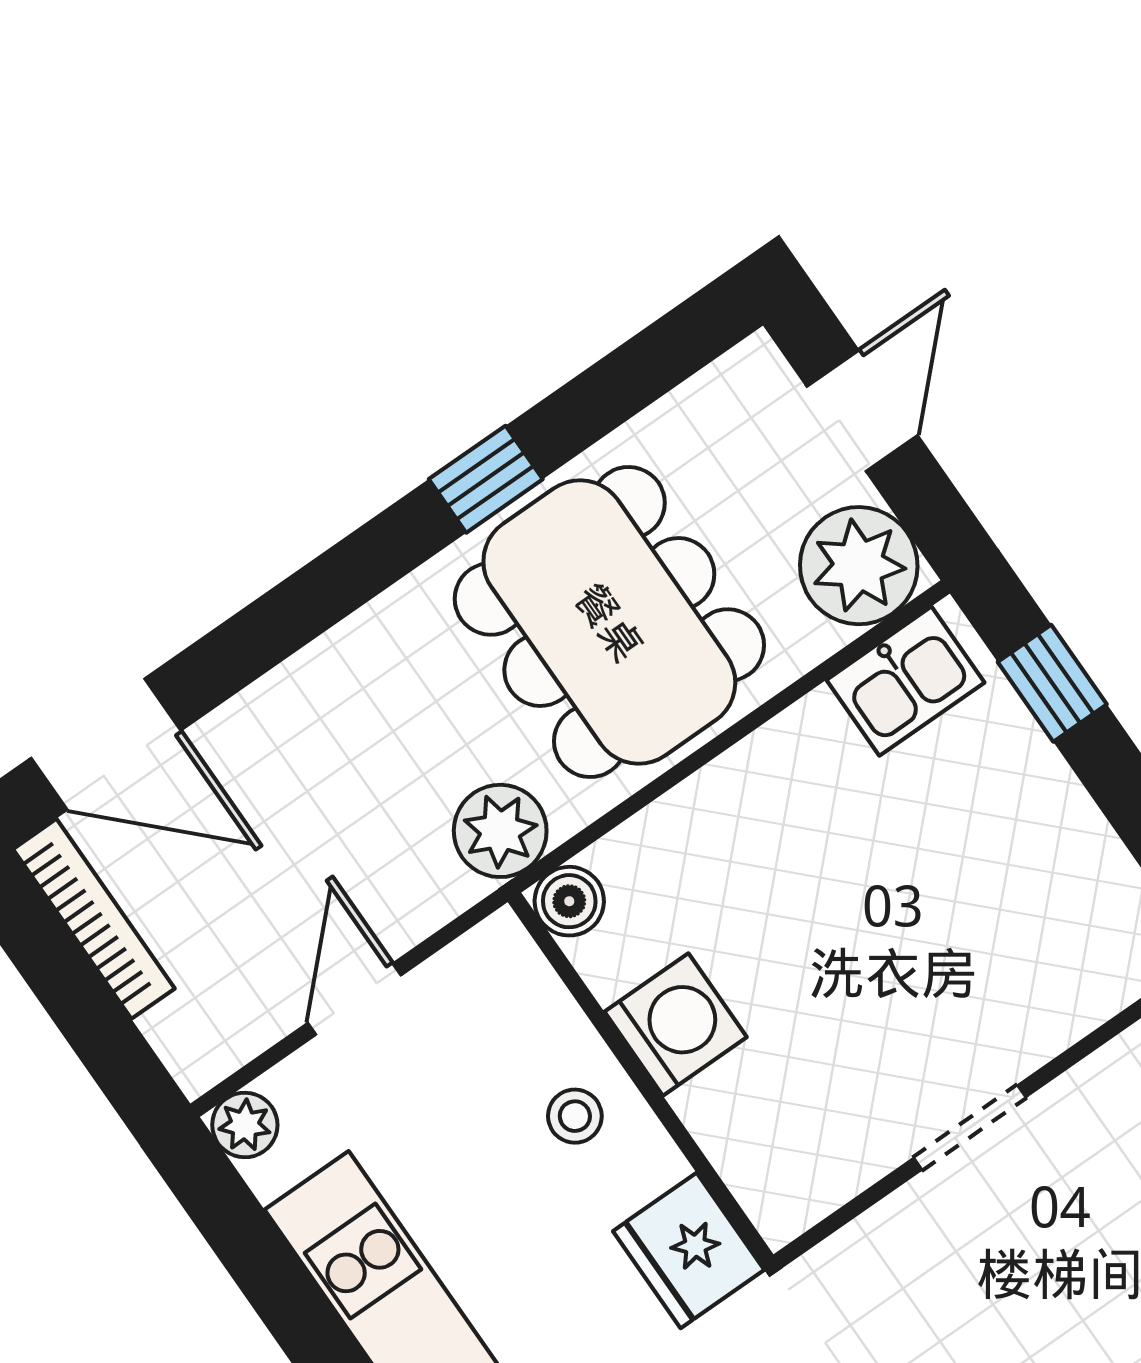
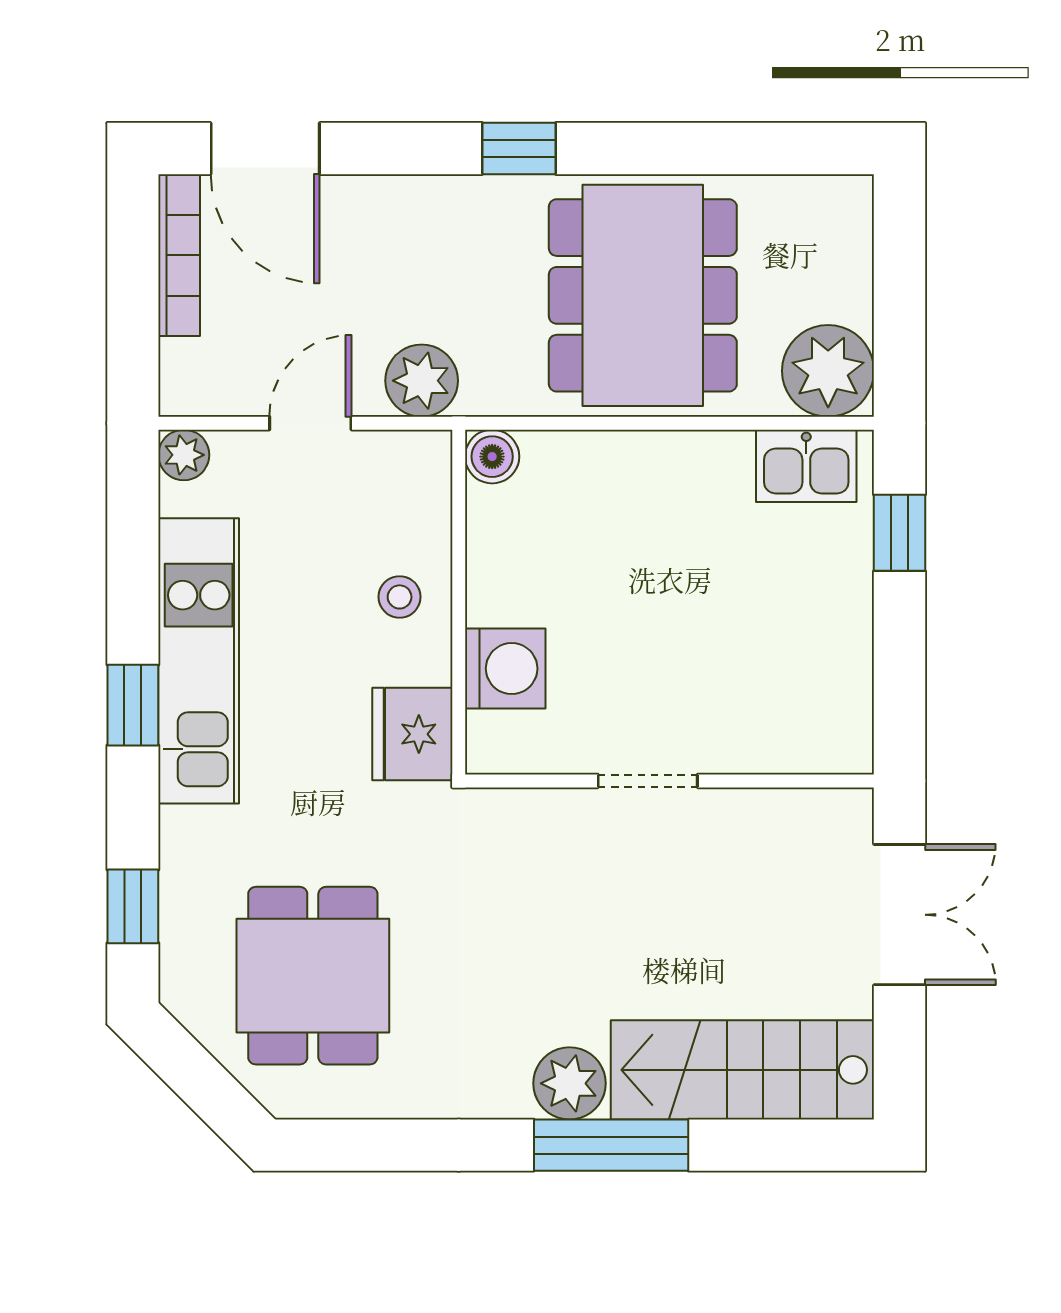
door: (862, 411) -> (900, 273), removed
window: (486, 479) -> (519, 148), moved
plant: (500, 831) -> (422, 381), moved
washing machine: (676, 1024) -> (505, 669), moved

